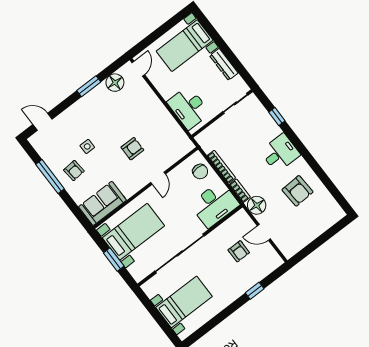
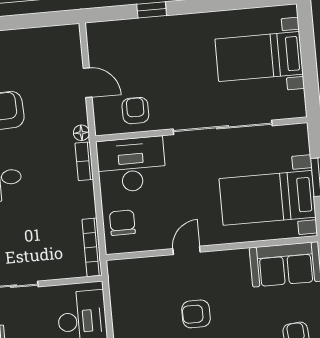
bookcase: (221, 167) -> (92, 247), moved
floor lamp: (257, 205) -> (81, 133), width x0.53, depth x0.53
armchair: (239, 251) -> (135, 111), moved

